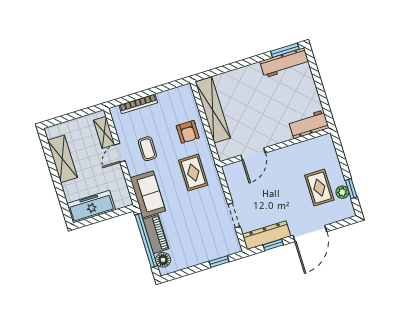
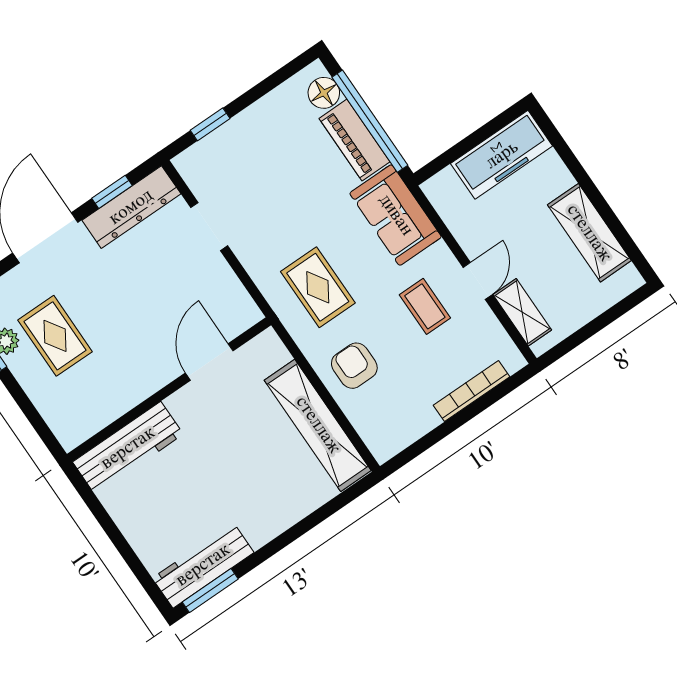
workbench: (309, 124) -> (128, 448), width x1.37

